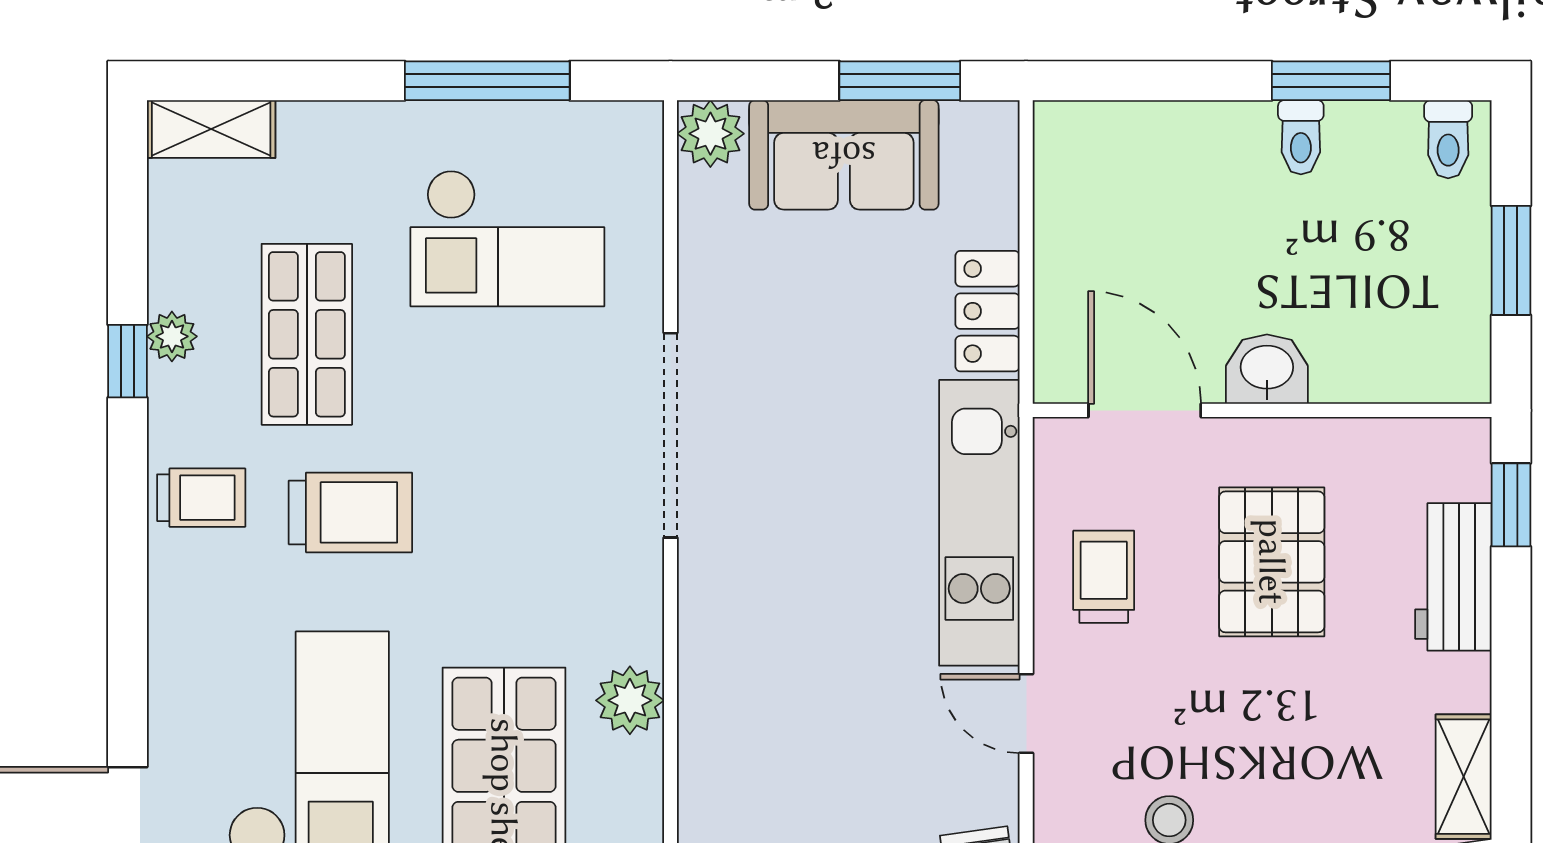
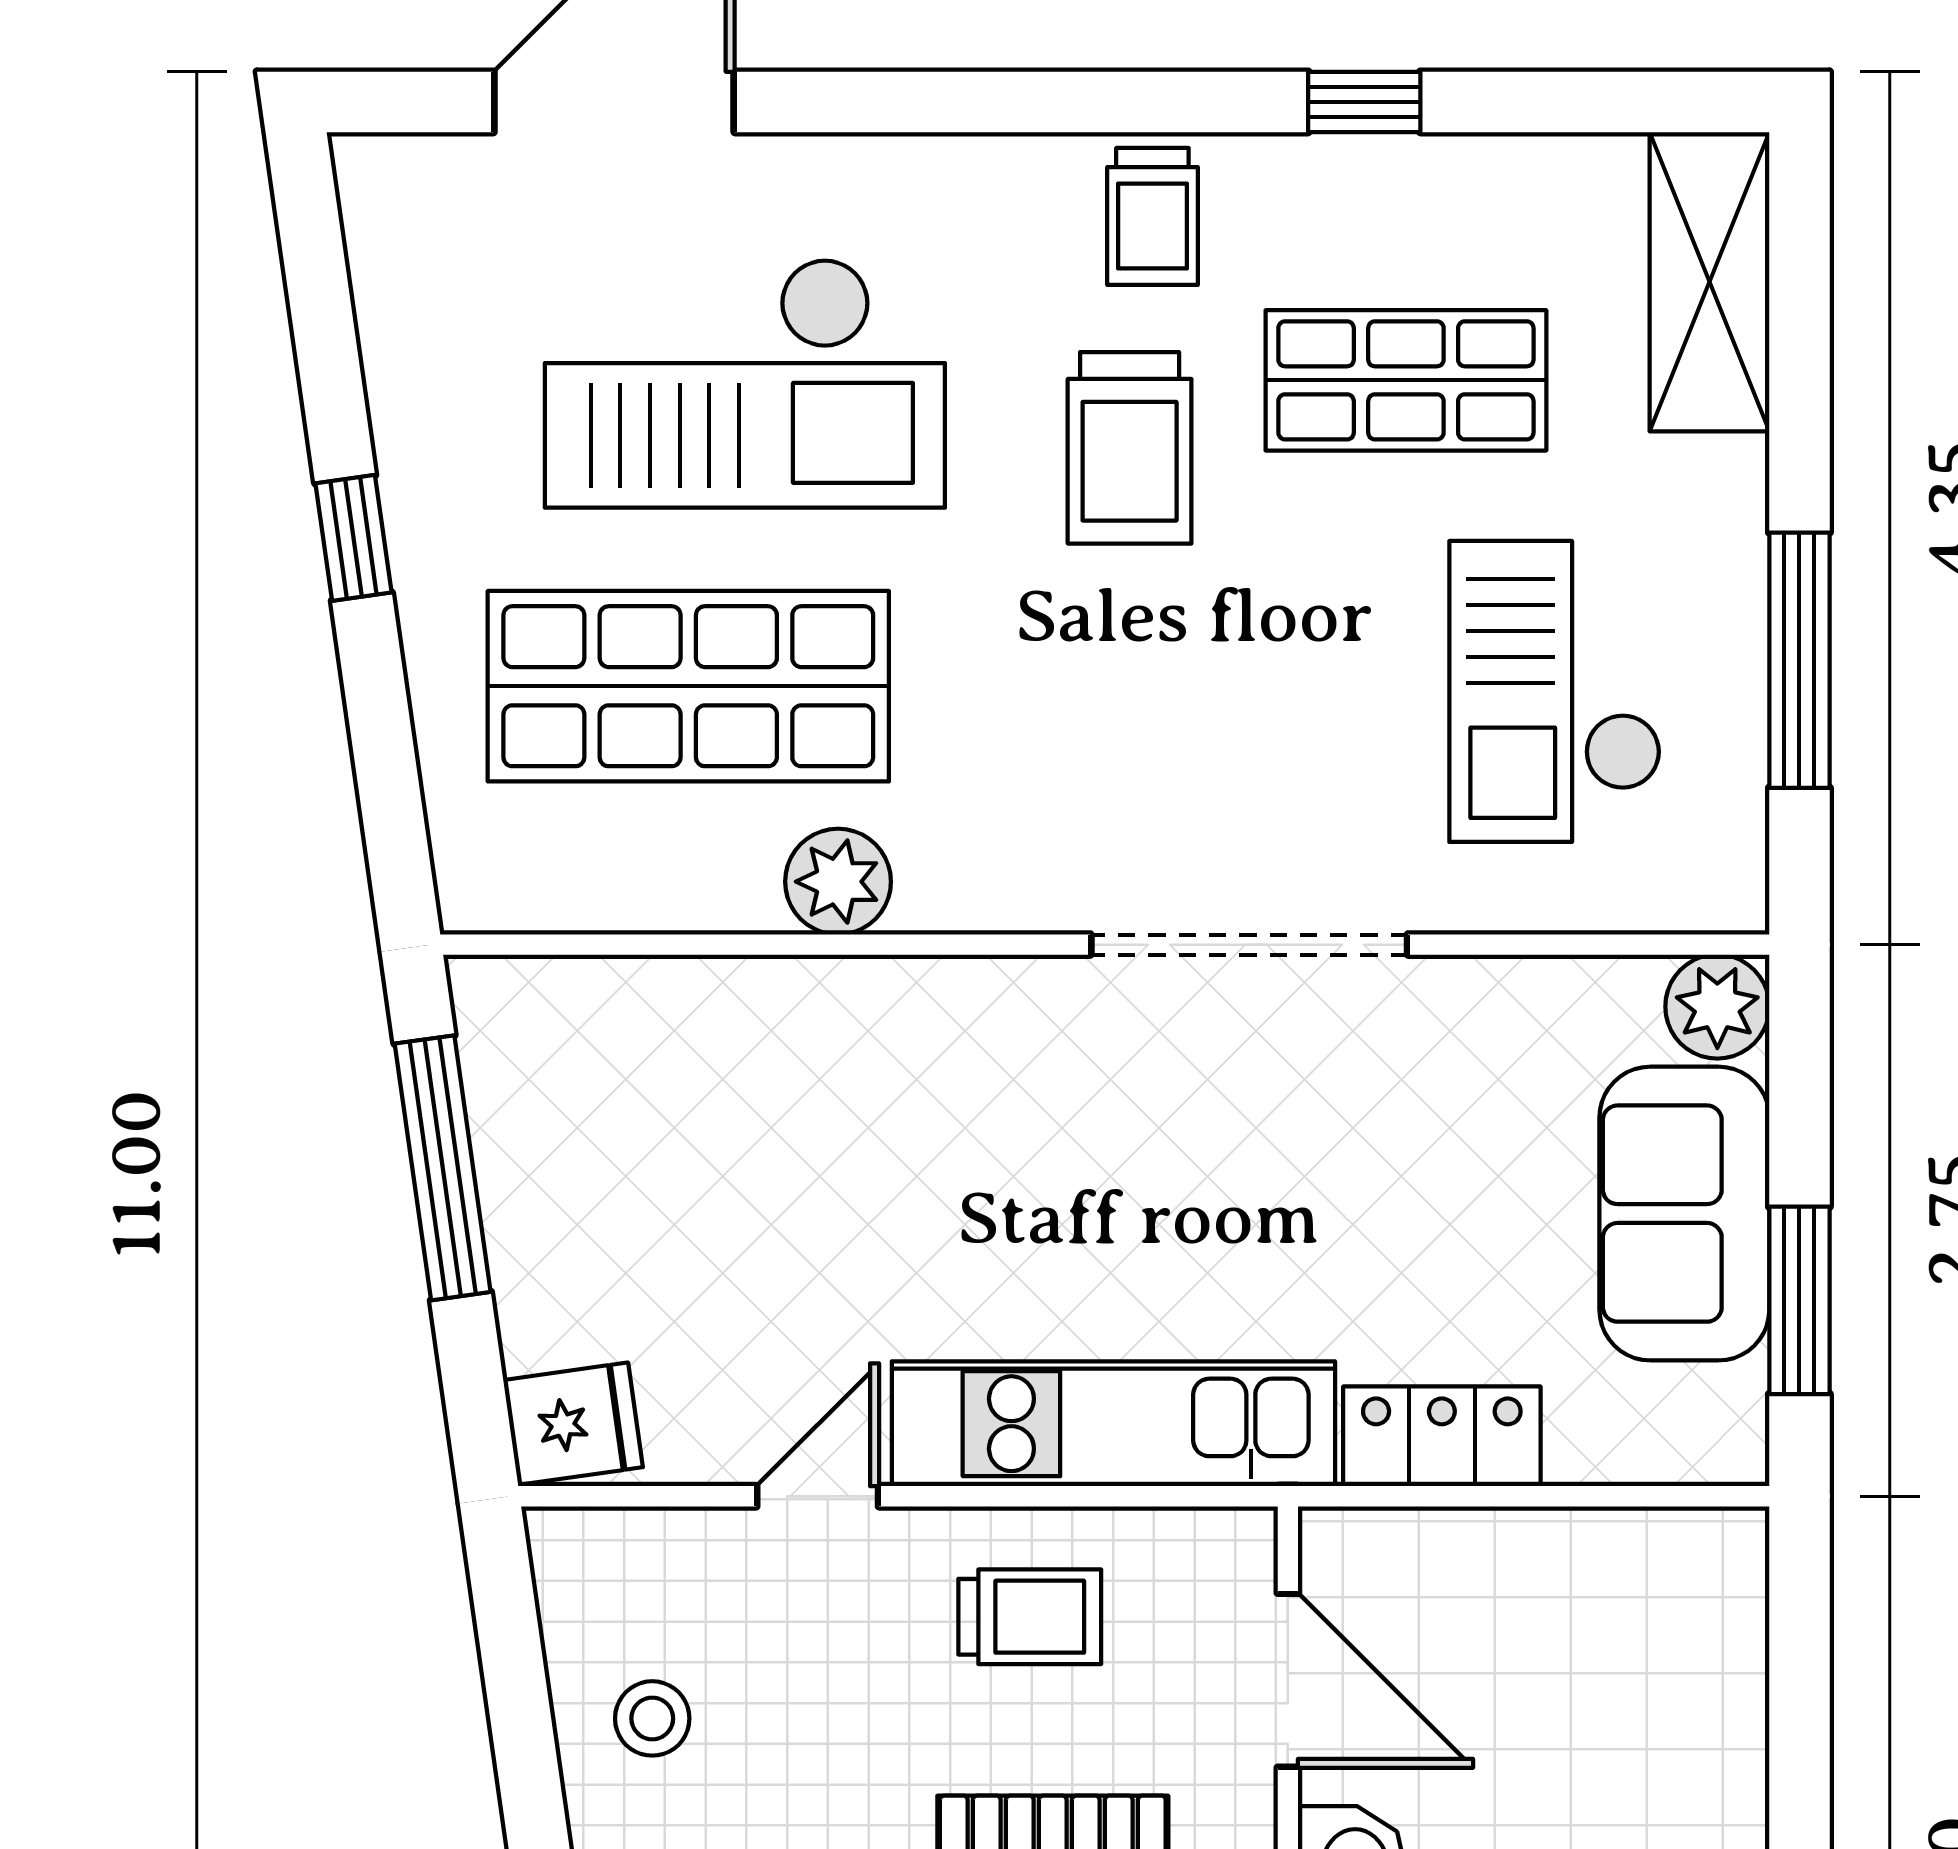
shelving: (211, 129) -> (1709, 282), width x1.50, depth x1.33
plant: (172, 336) -> (1403, 171), removed
door: (1145, 410) -> (1288, 1680), hinge flipped

